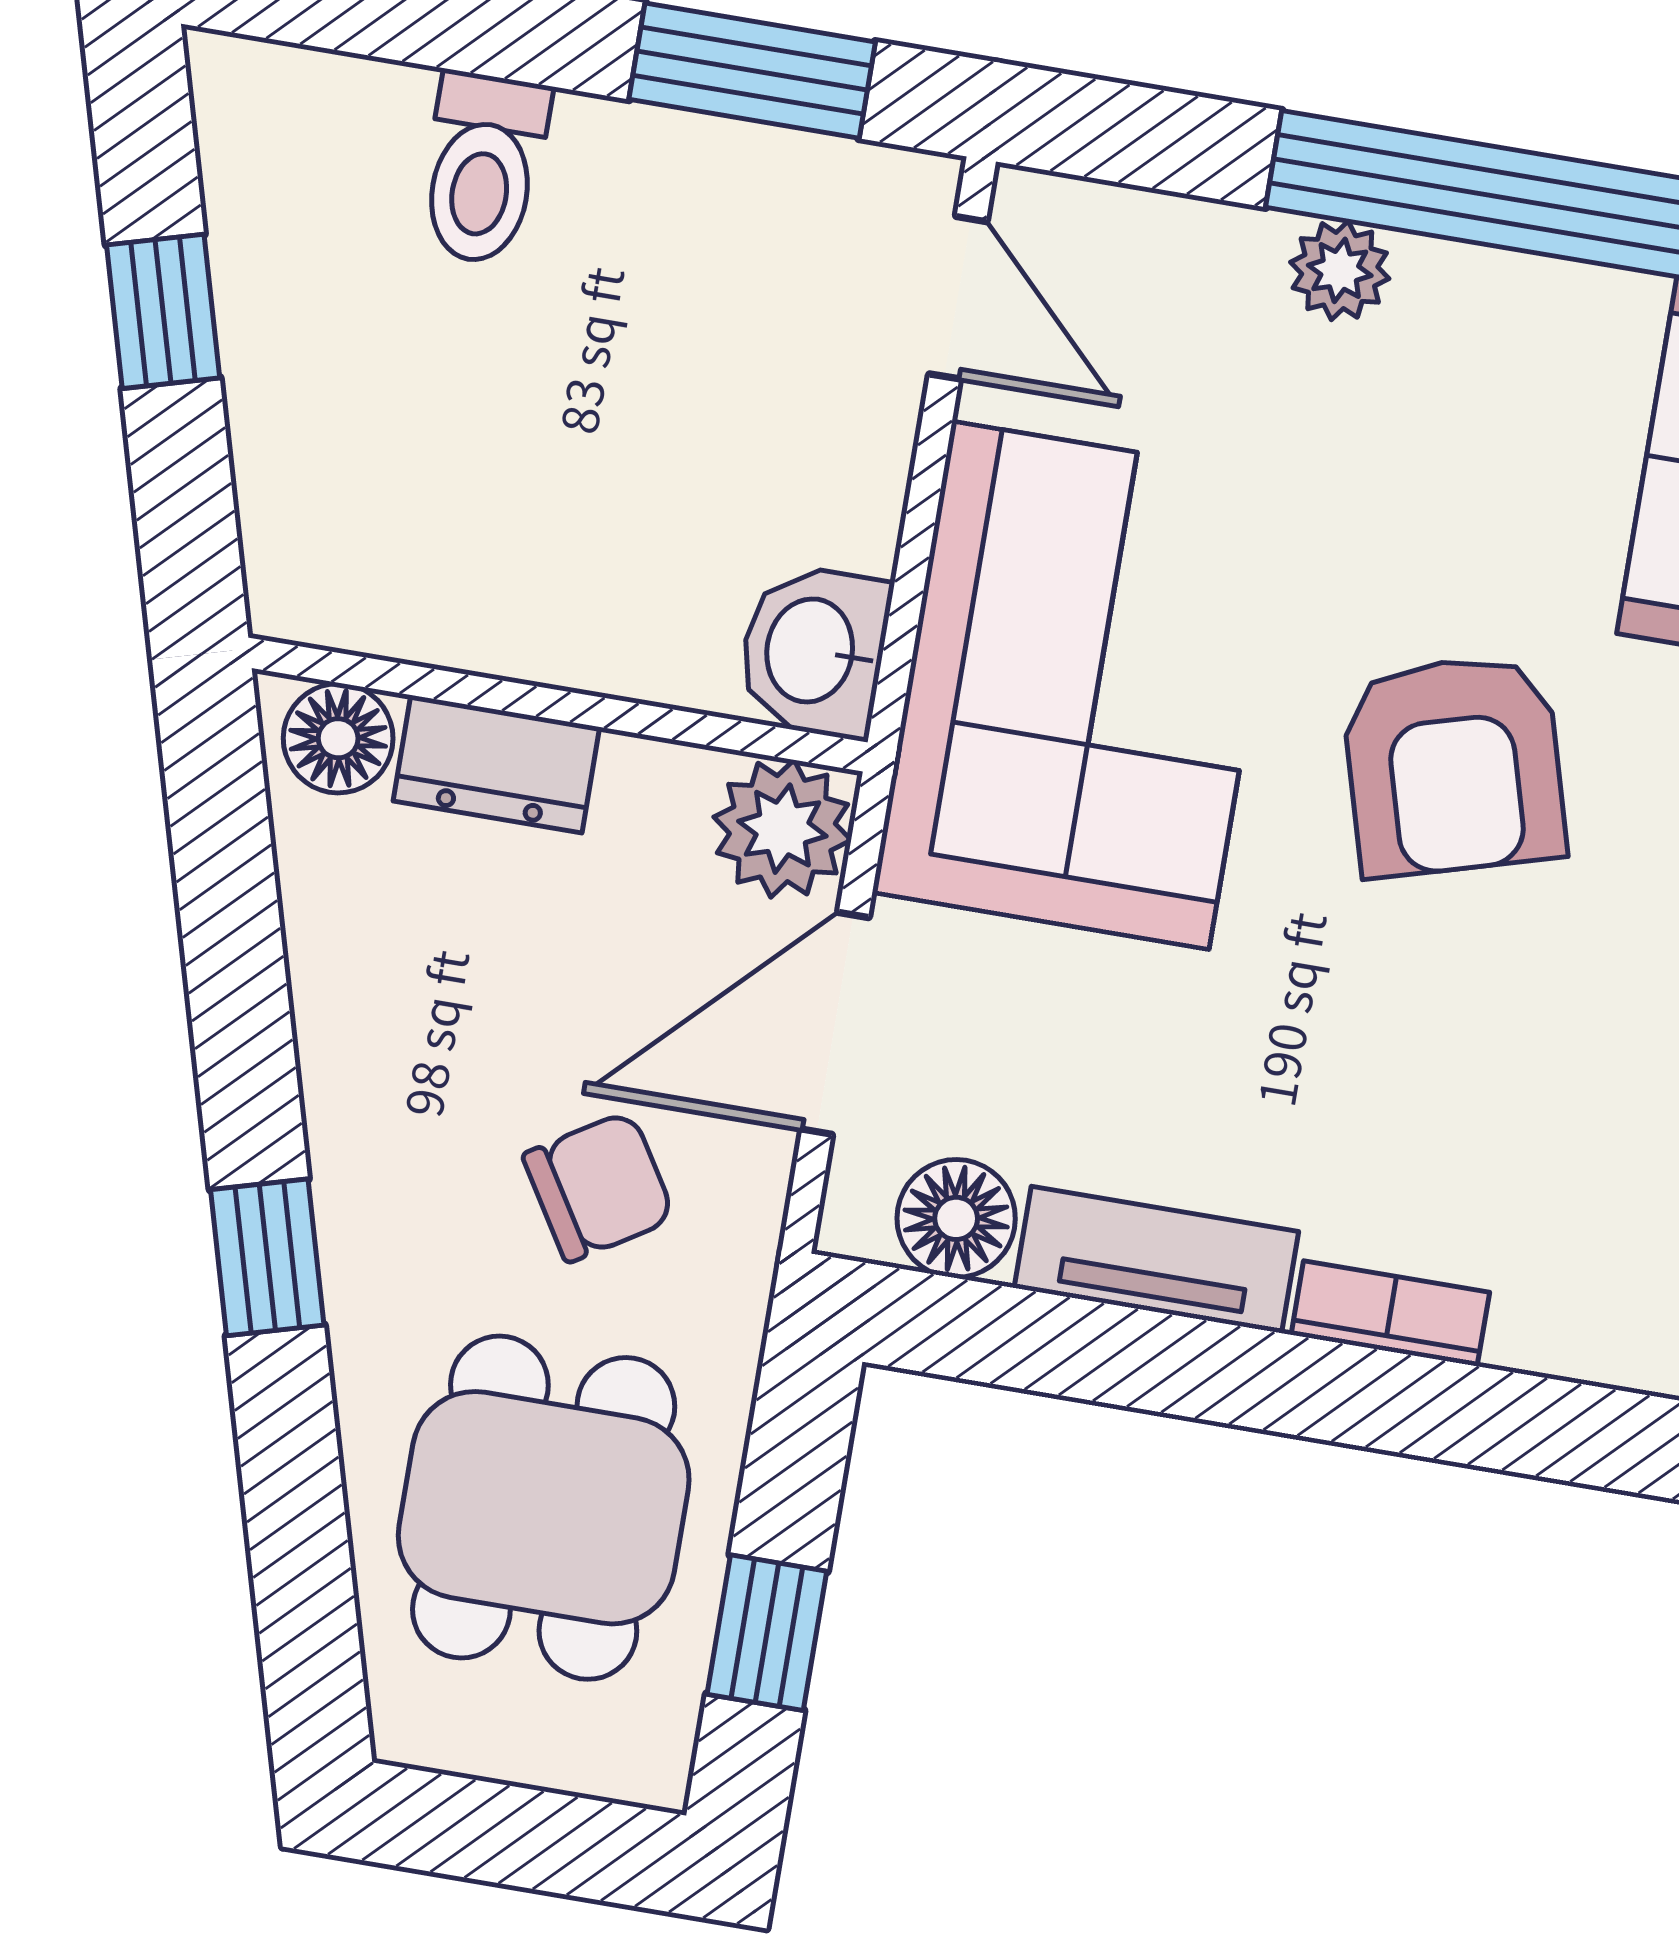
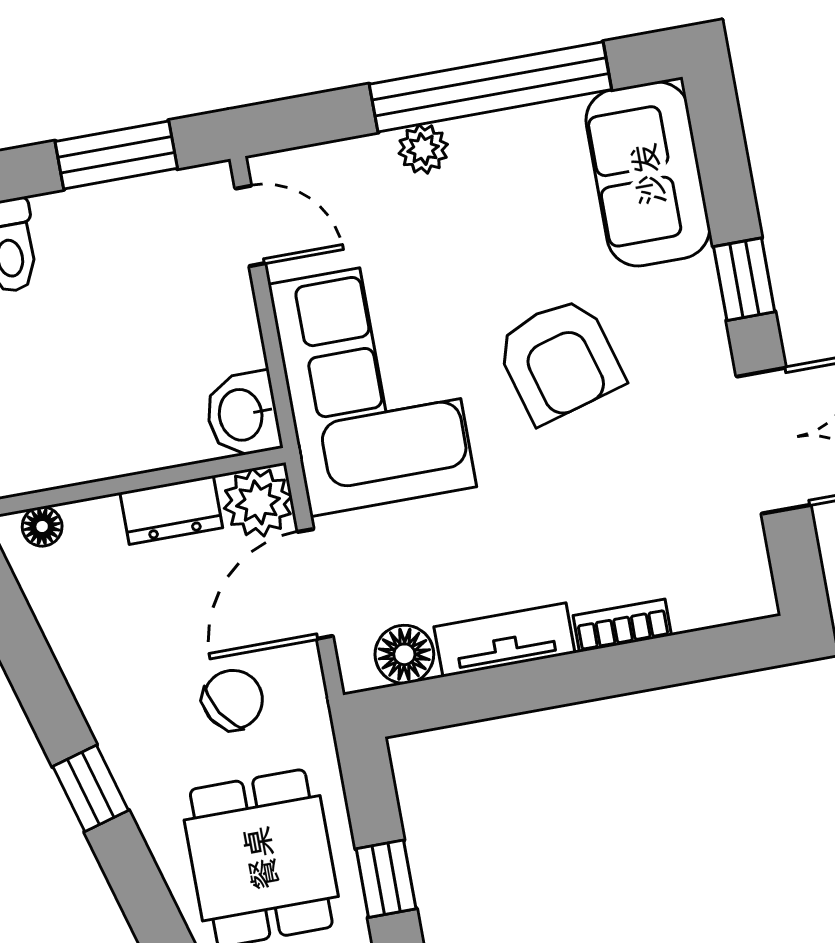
floor lamp: (338, 738) -> (42, 527), width x0.73, depth x0.73
dresser: (496, 764) -> (171, 510), moved

